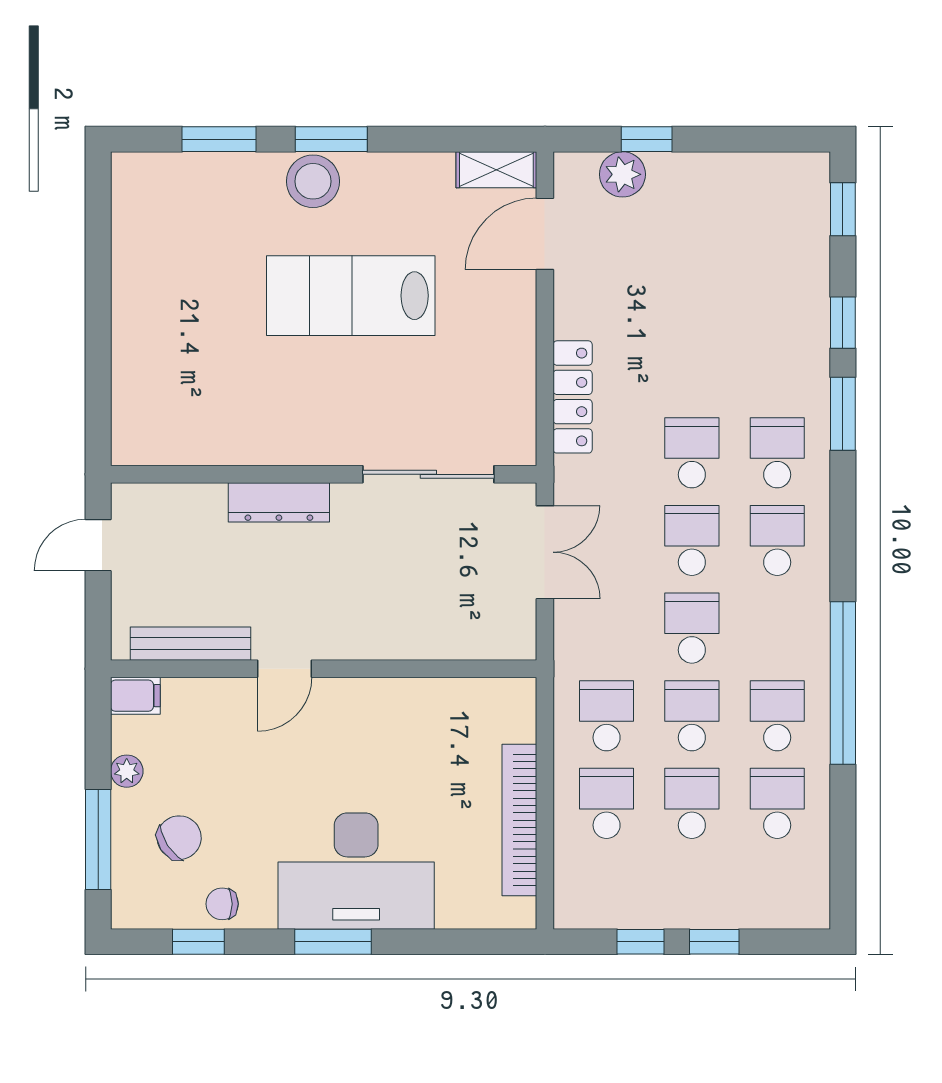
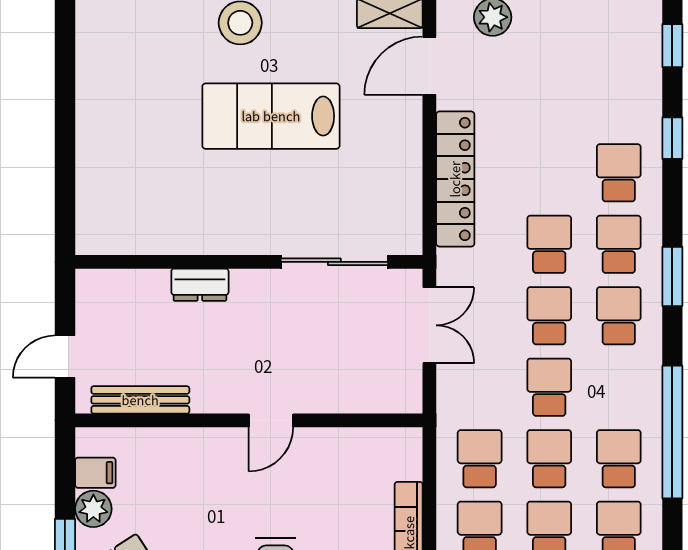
school desk: (777, 365) -> (619, 173), added
locker: (573, 397) -> (455, 179), width x1.41, depth x1.21
window: (843, 414) -> (672, 277), moved
dresser: (279, 502) -> (200, 285), width x0.70
door: (98, 545) -> (65, 357), moved
door: (285, 669) -> (271, 420), moved
filing cabinet: (135, 696) -> (95, 473), moved
plant: (127, 771) -> (93, 509), width x1.38, depth x1.38

